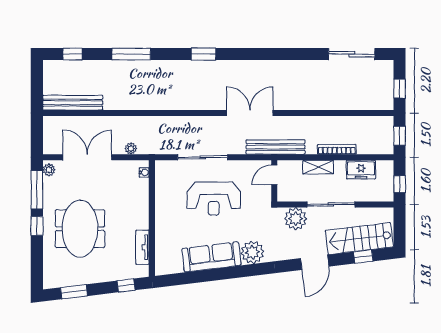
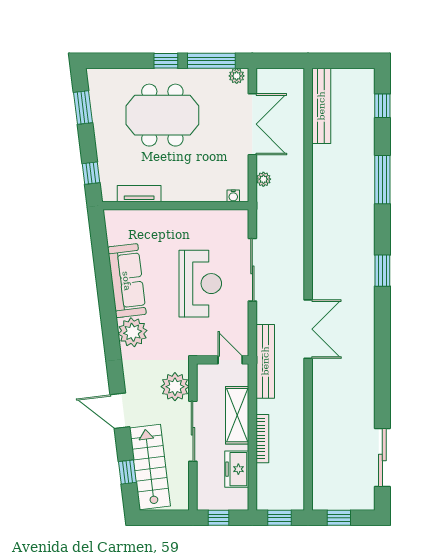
shelving: (318, 167) -> (237, 415), width x1.50, depth x1.33
reception desk: (214, 199) -> (200, 284), turned 180

